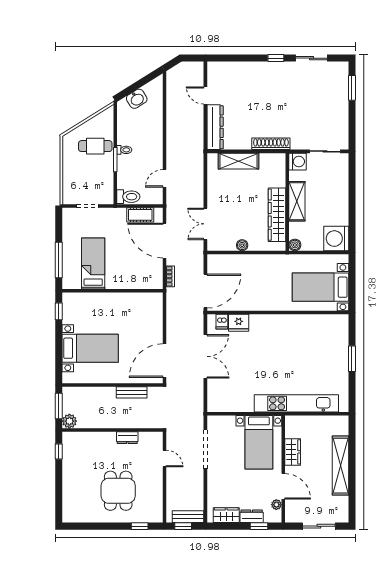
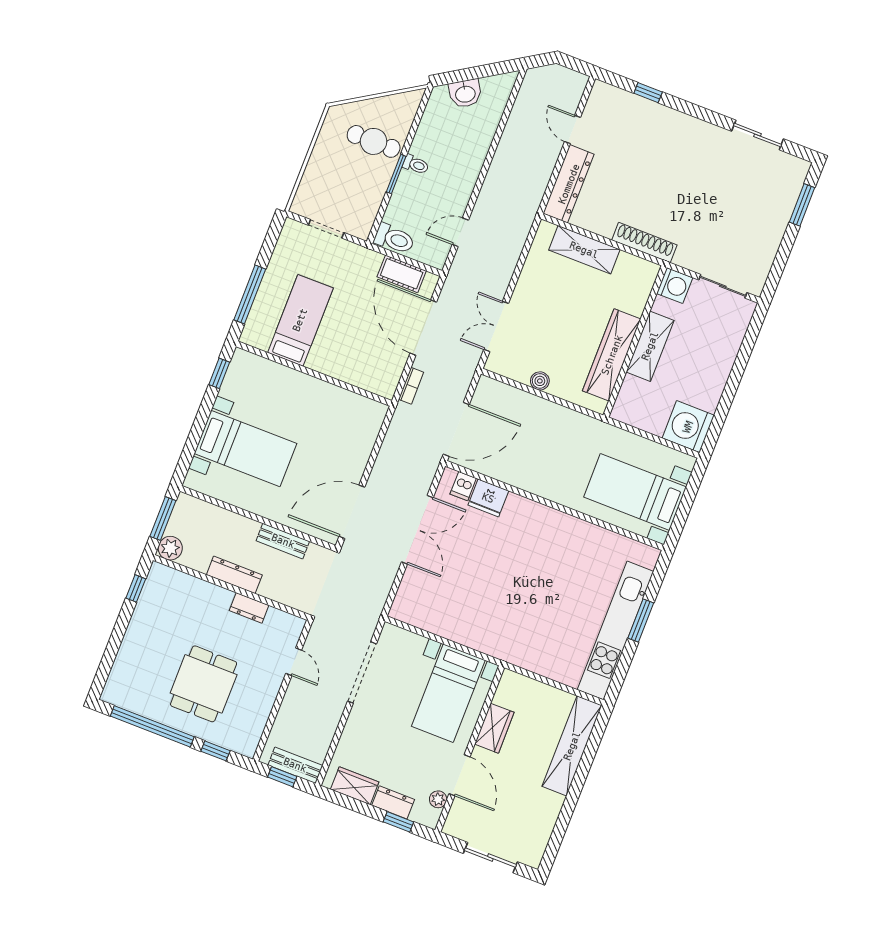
window: (276, 58) -> (648, 93), moved
boiler: (295, 245) -> (621, 412), removed
kitchen unit: (296, 403) -> (616, 631), moved, turned -90
dresser: (112, 422) -> (234, 575), added
shelving: (340, 466) -> (572, 746), moved
window: (98, 526) -> (152, 726), added

